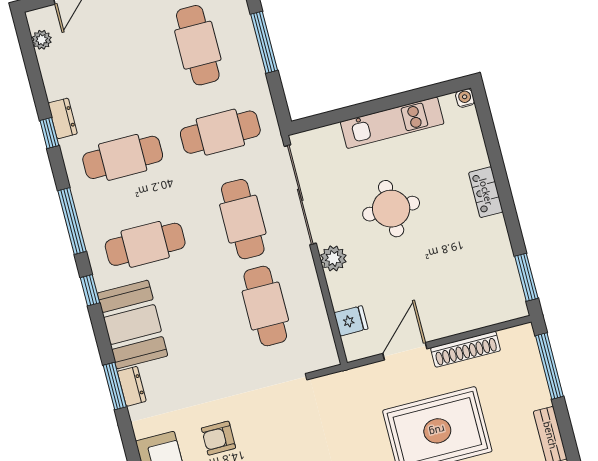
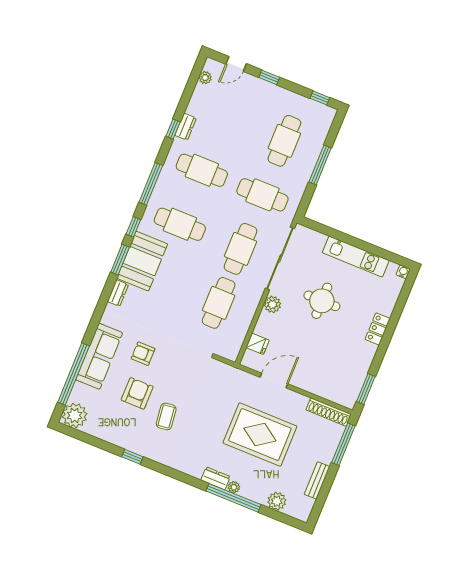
shoe rack: (466, 349) -> (329, 412), moved
window: (115, 386) -> (120, 260), moved

